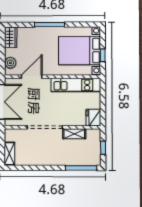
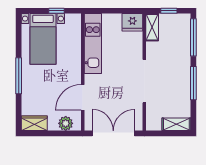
bed with nightstands: (80, 51) -> (43, 39), width x0.73
door: (32, 77) -> (83, 97), hinge flipped
shelving: (74, 134) -> (152, 27), moved
window: (43, 168) -> (193, 83), added

